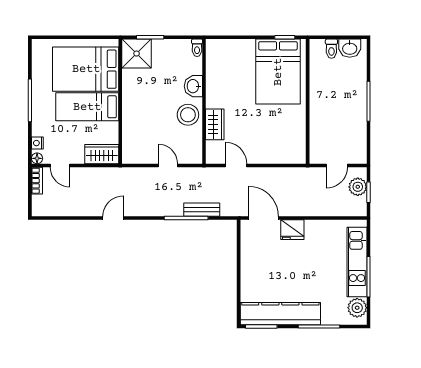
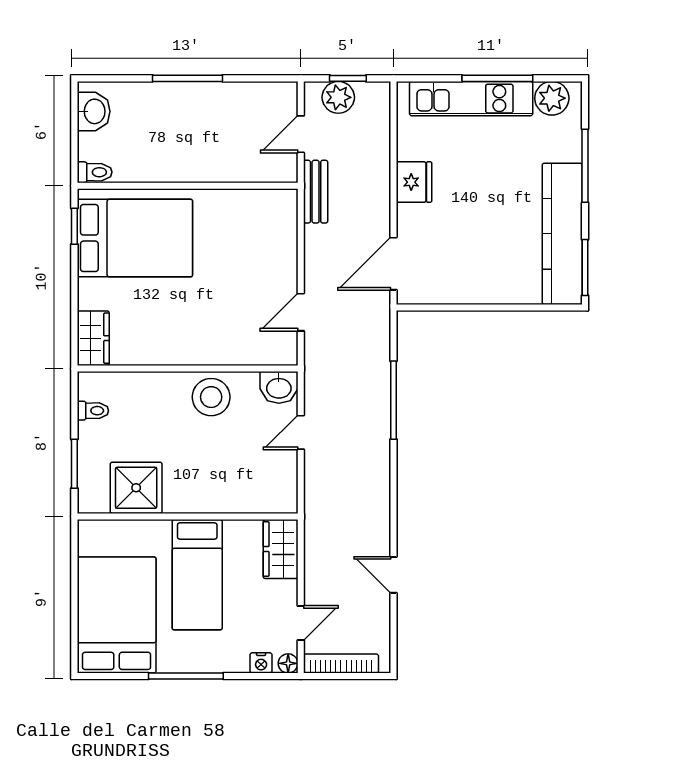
toilet: (197, 48) -> (93, 411), moved
toilet: (331, 49) -> (95, 172), moved
shower: (137, 54) -> (136, 488), moved
bed: (86, 69) -> (117, 615), moved, turned 180
washbasin: (193, 86) -> (279, 387), moved
wardrobe: (215, 124) -> (93, 338), moved, turned 90
door: (337, 165) -> (301, 134), swing flipped
bookcase: (37, 181) -> (341, 664), width x1.56
bench: (202, 210) -> (316, 192), moved
door: (113, 218) -> (394, 575), moved
fridge: (292, 230) -> (414, 182), moved

